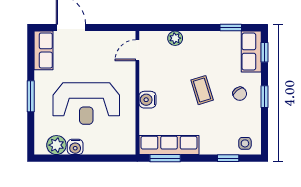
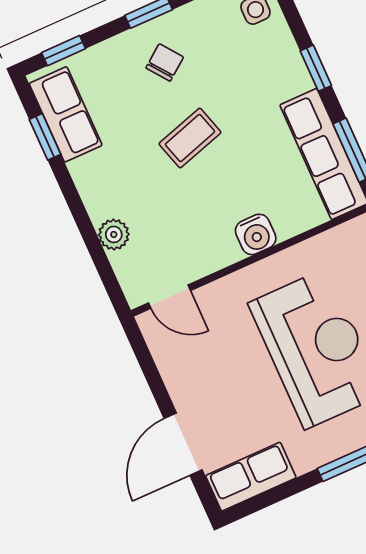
row of seats: (251, 52) -> (66, 114), moved, turned -90
window: (228, 158) -> (316, 68), moved

